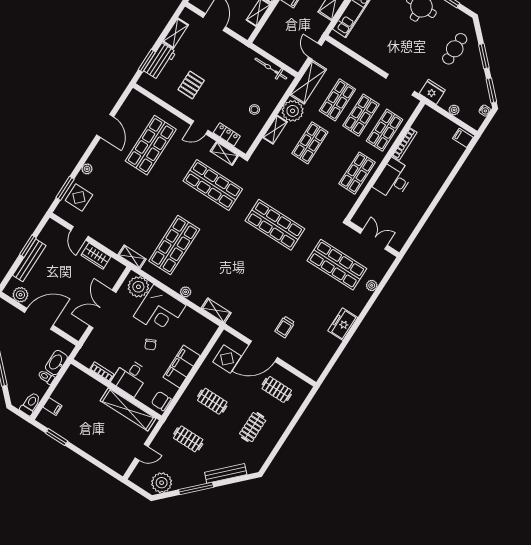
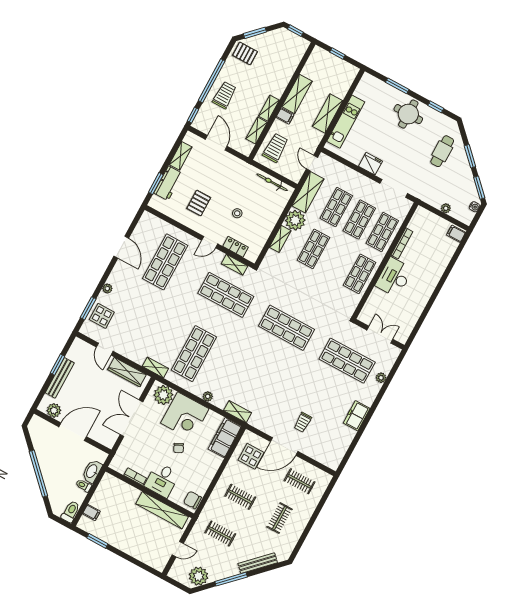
trolley: (277, 32) -> (275, 148), added
fridge: (432, 92) -> (370, 164), moved
stool: (254, 109) -> (237, 213), moved
wardrobe: (96, 256) -> (127, 372), width x1.50
filing cabinet: (182, 366) -> (225, 438), moved

